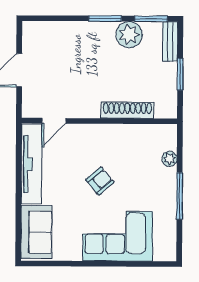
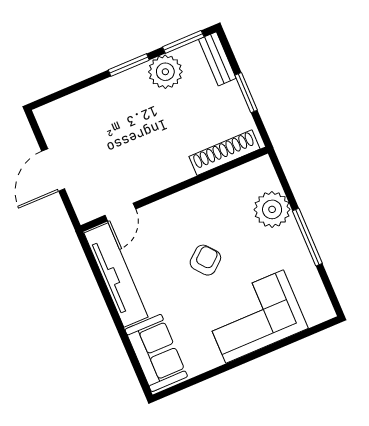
shoe rack: (127, 110) -> (224, 153), moved
plant: (169, 159) -> (272, 209), width x1.87, depth x1.87

